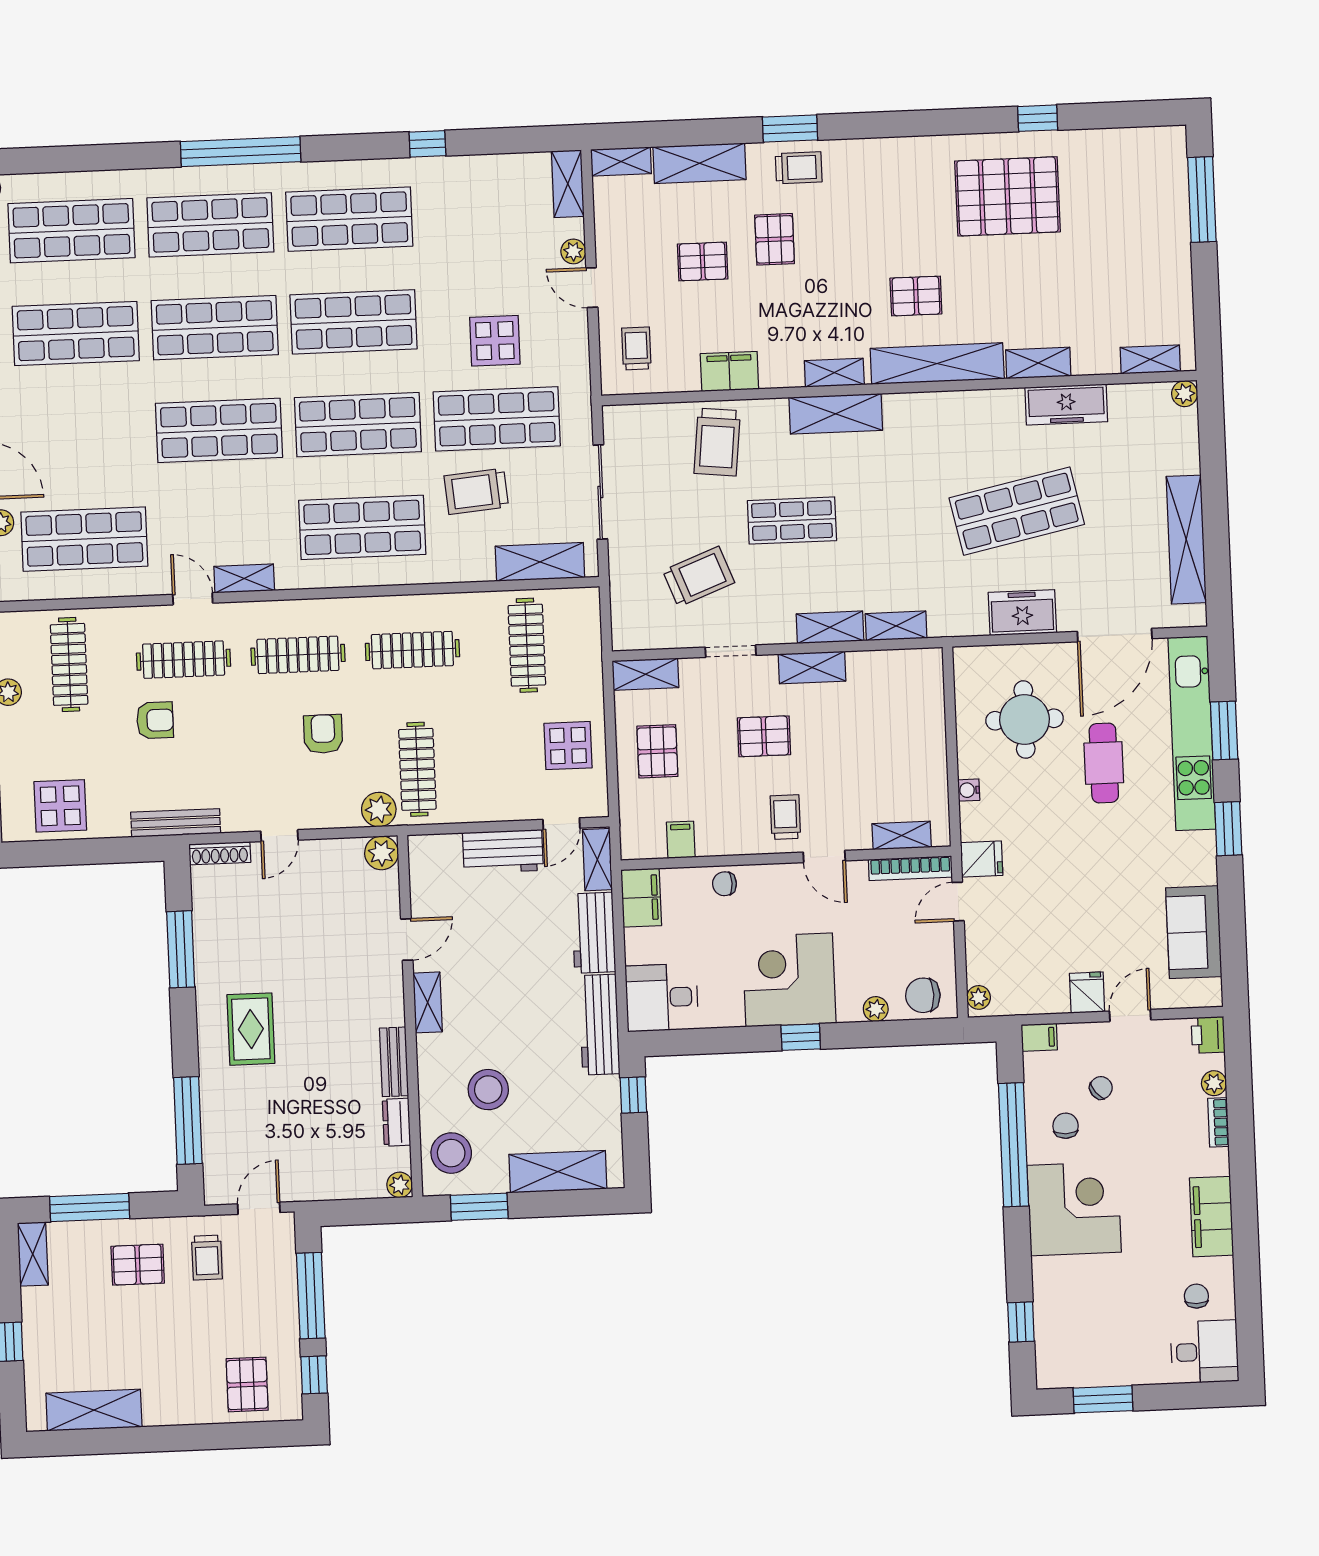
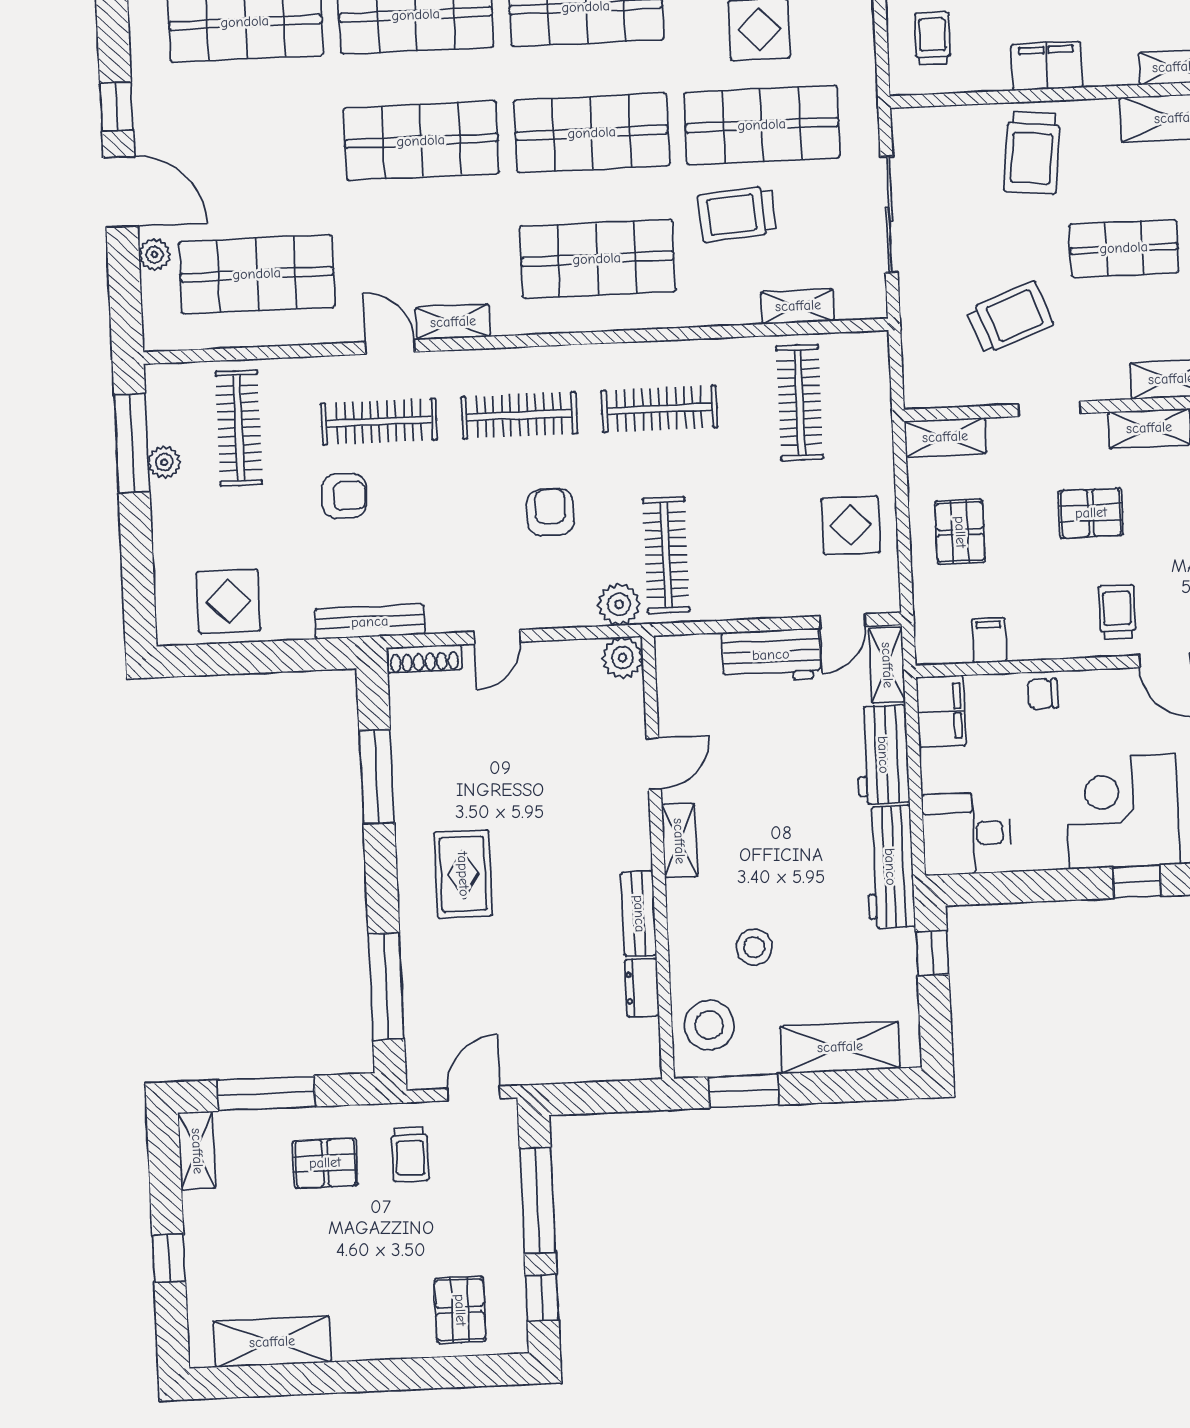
shelving: (540, 562) -> (798, 306), width x0.67, depth x0.75
stool: (488, 1090) -> (754, 947), width x0.73, depth x0.73
plant: (400, 1185) -> (646, 1064), removed

